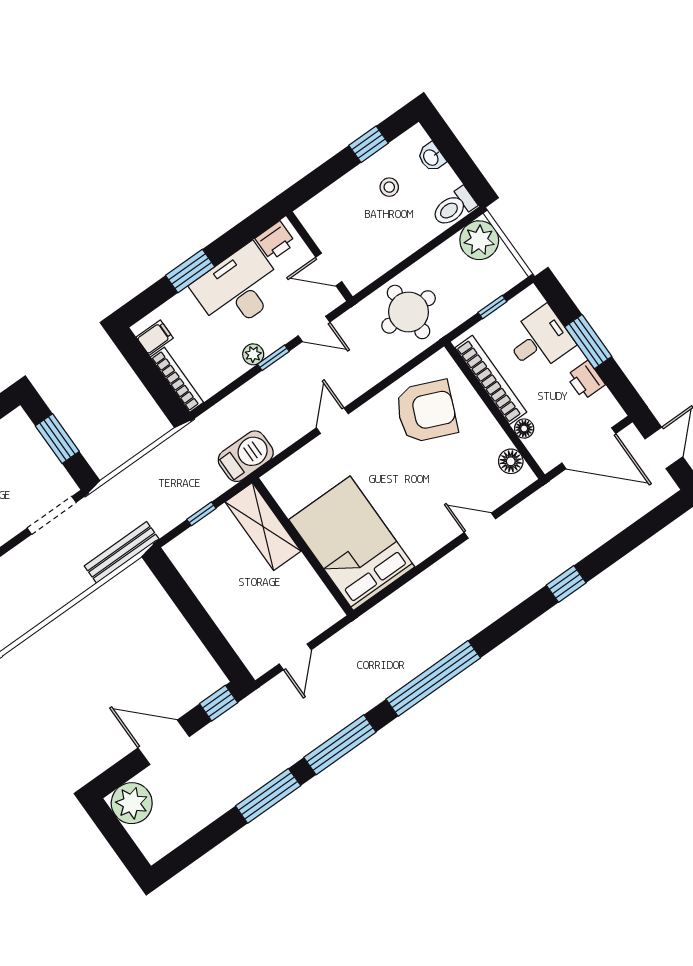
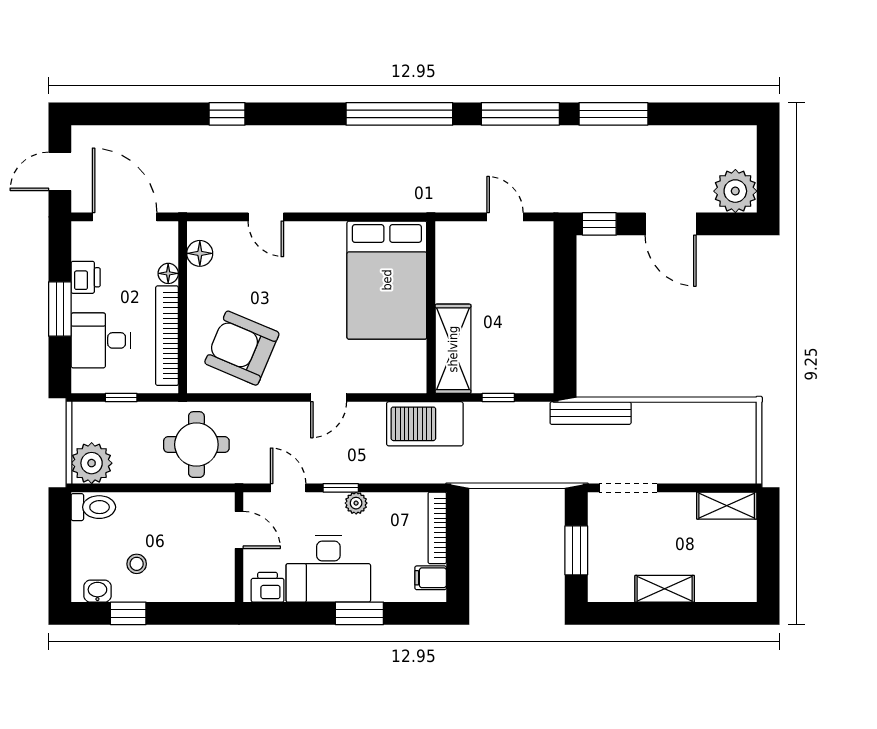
washbasin: (431, 157) -> (97, 591), moved, turned -90
barbecue: (246, 456) -> (425, 424), width x1.37, depth x1.21
door: (295, 657) -> (505, 217), hinge flipped

